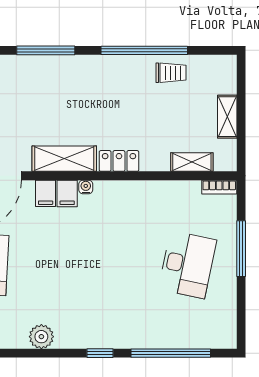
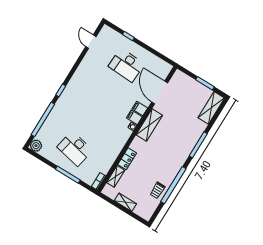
locker: (119, 161) -> (127, 159), moved
plant: (41, 337) -> (36, 146), moved

